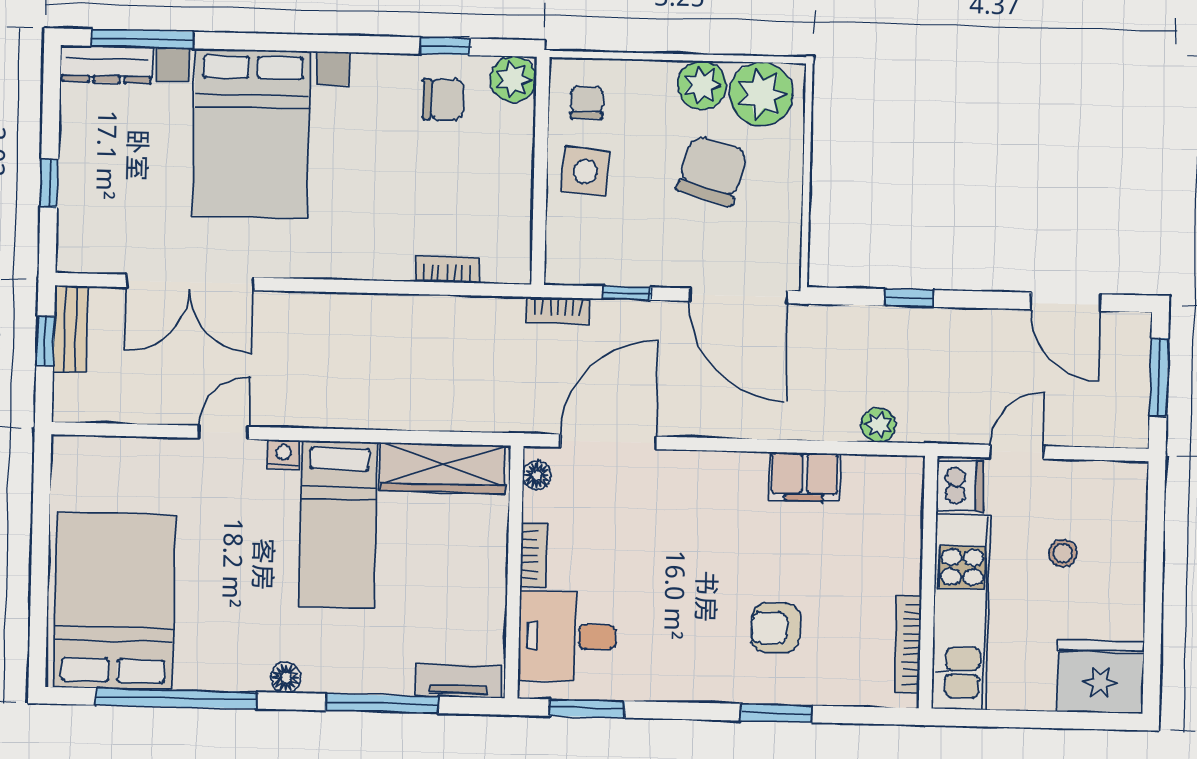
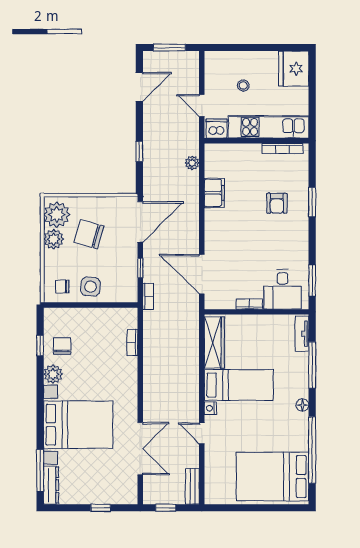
plant: (513, 79) -> (53, 374), moved
bench: (70, 329) -> (192, 486), moved, turned 90
floor lamp: (537, 475) -> (216, 303), removed

